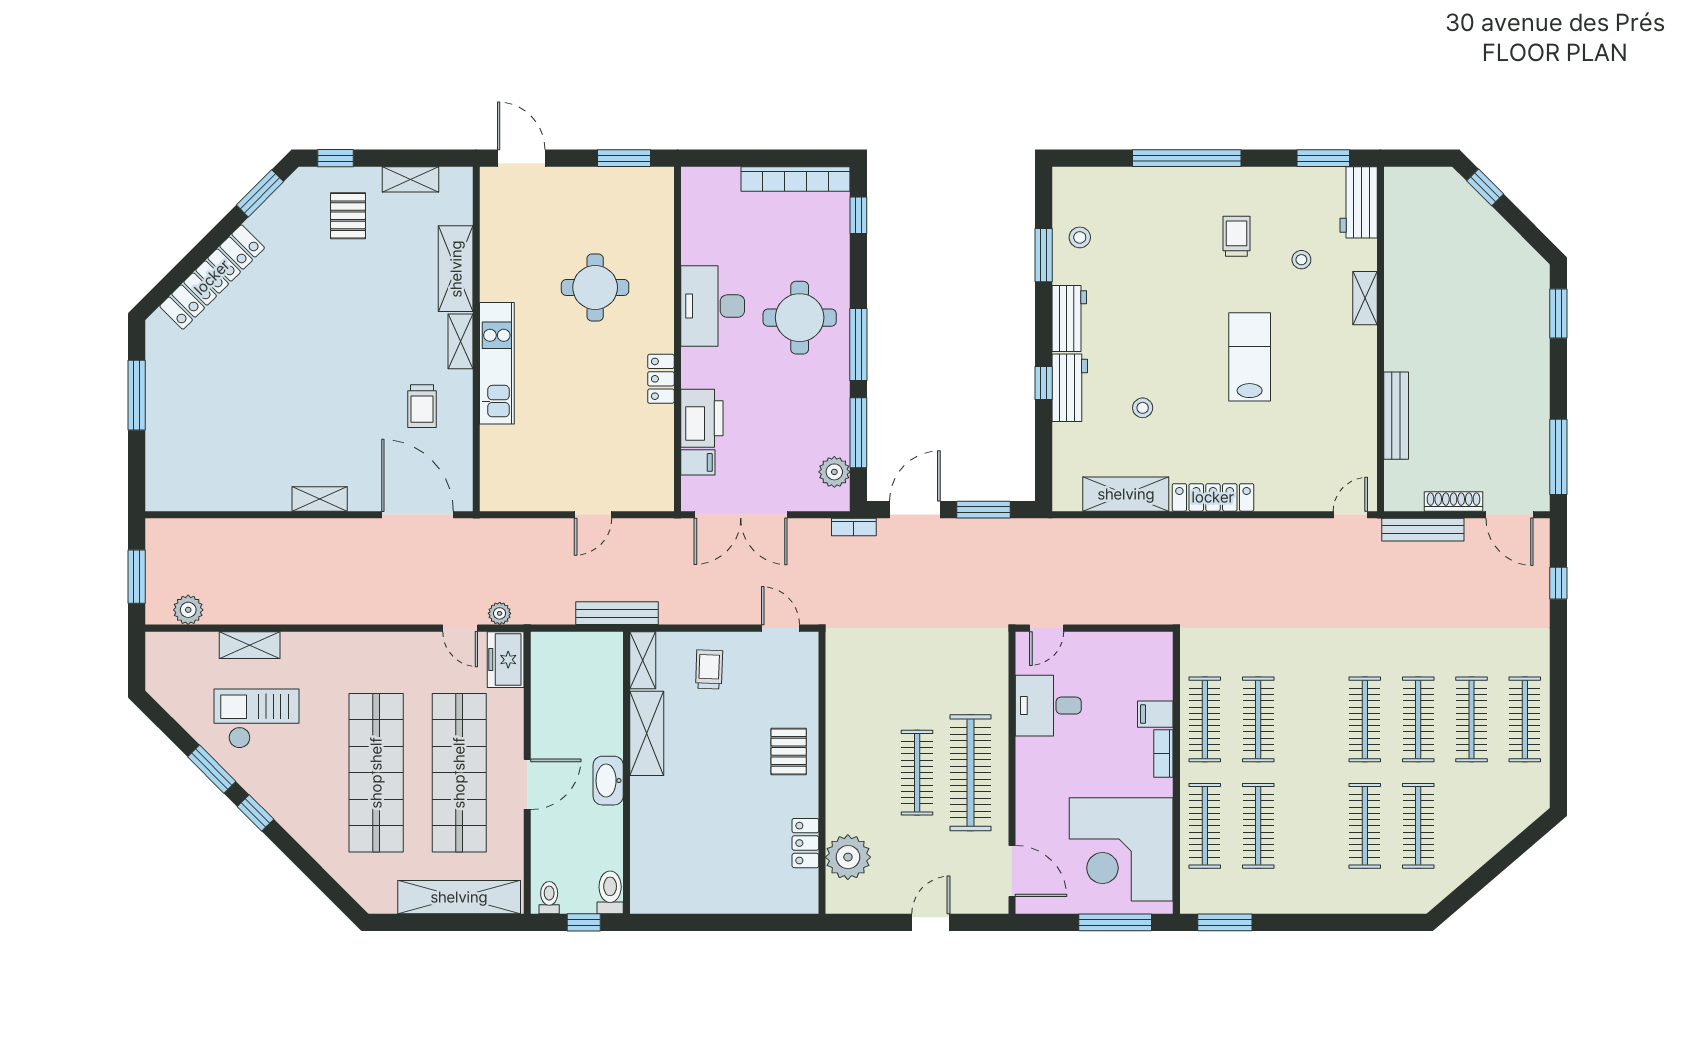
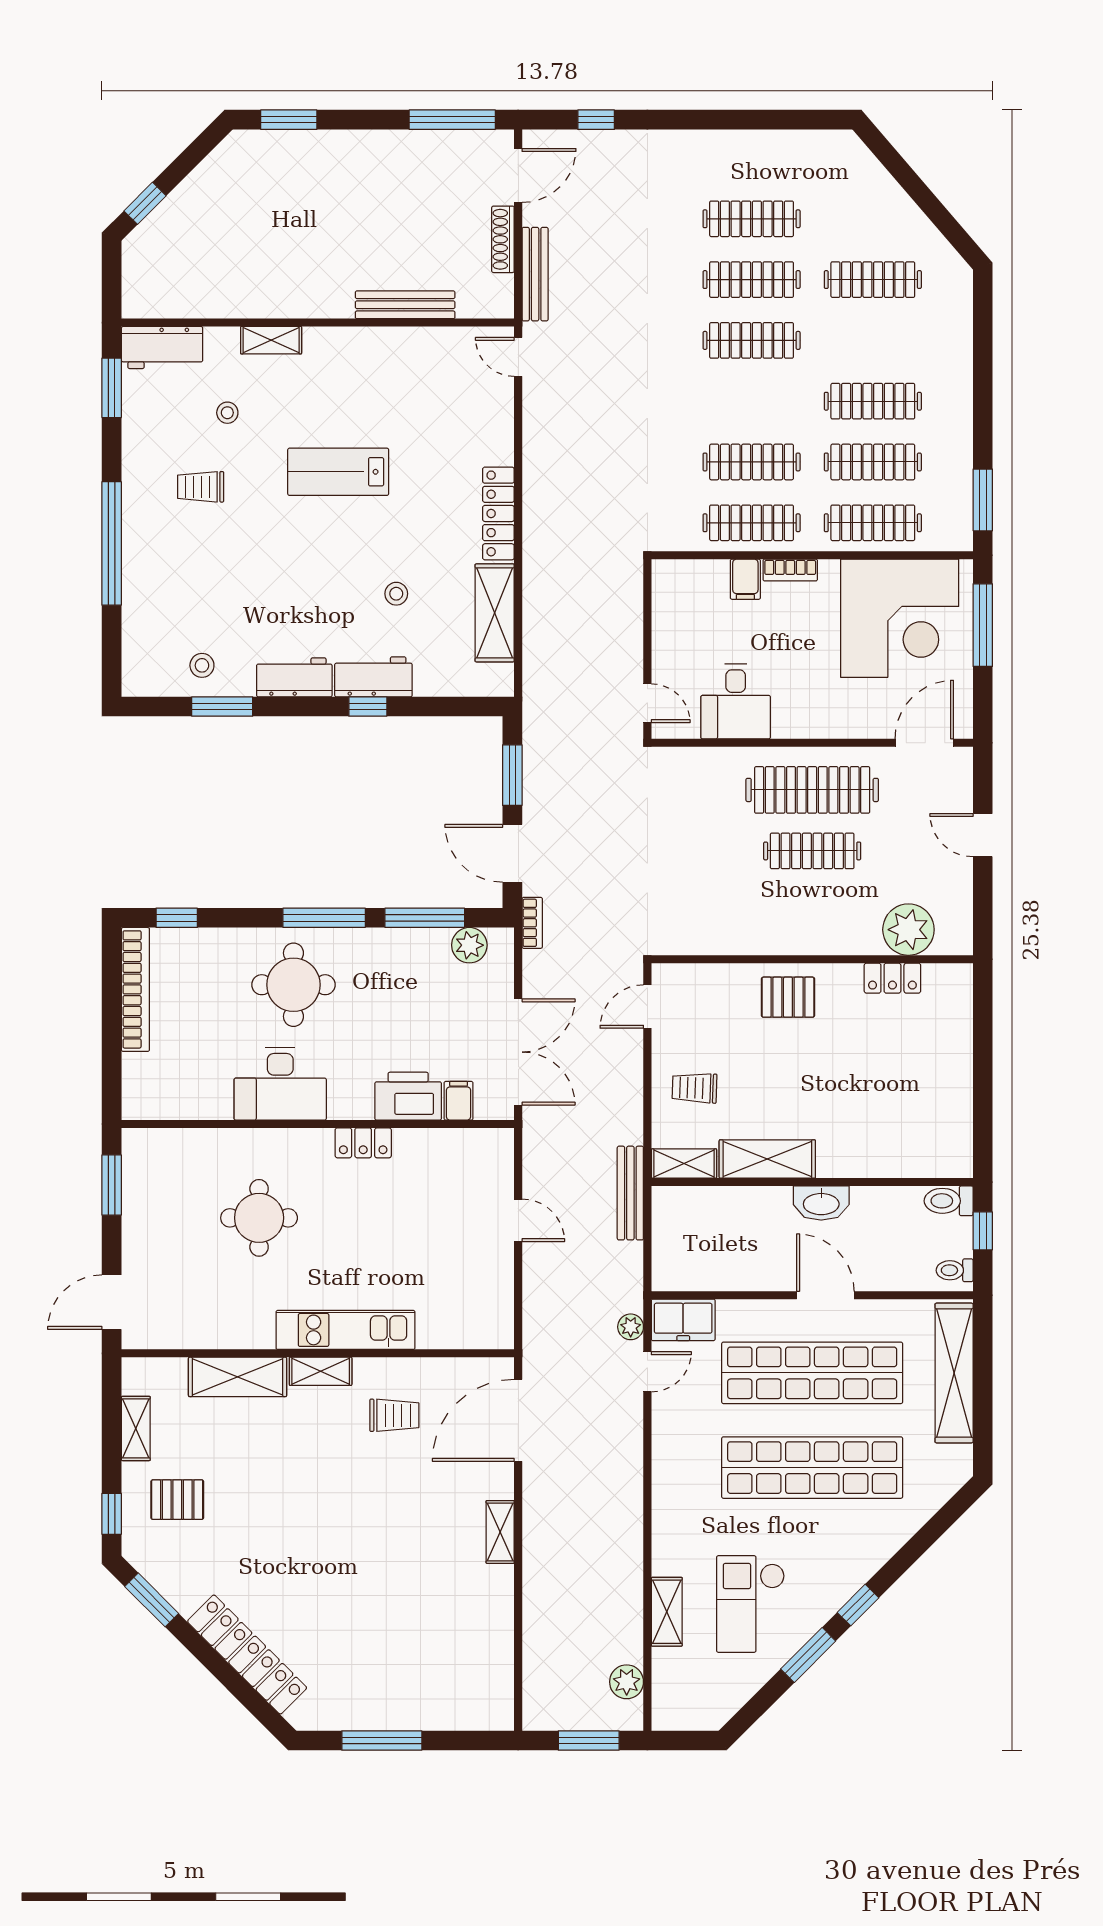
clothes rail: (1525, 719) -> (752, 158), removed
clothes rail: (1365, 826) -> (873, 401), moved

